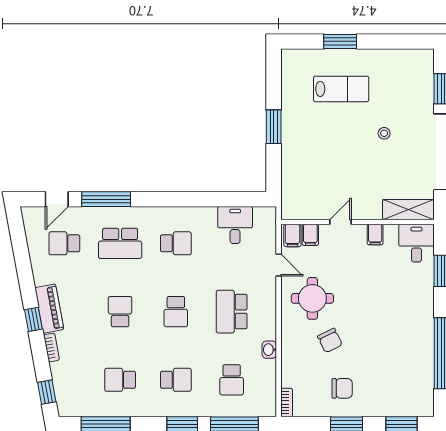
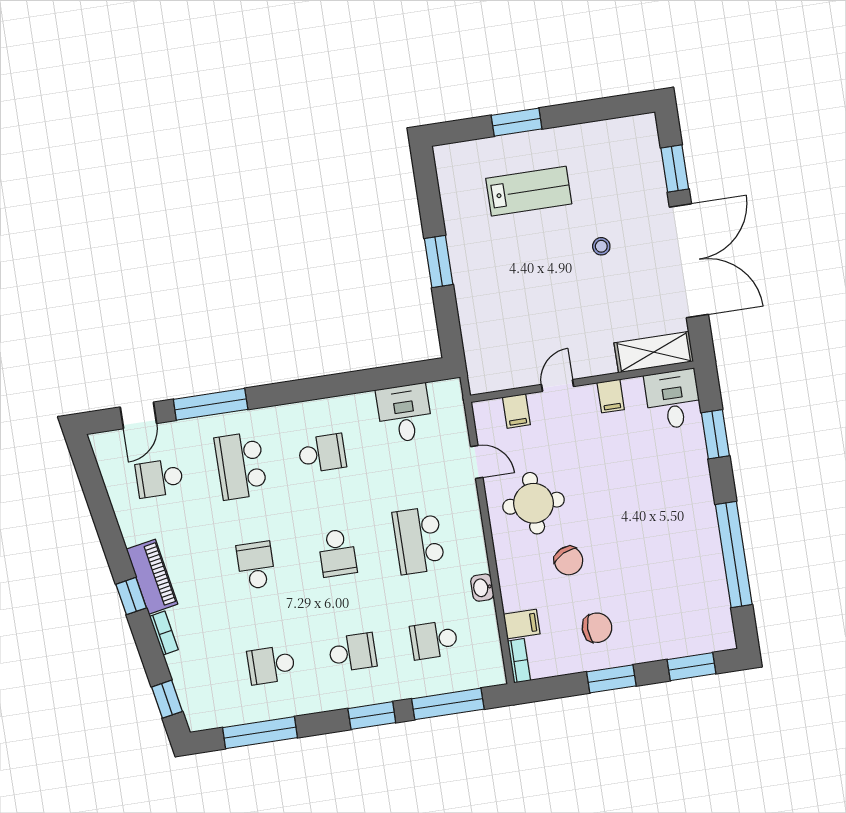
filing cabinet: (292, 235) -> (522, 624), moved, turned -90
school desk: (120, 243) -> (241, 466), turned 90
school desk: (232, 380) -> (434, 640), turned 90

